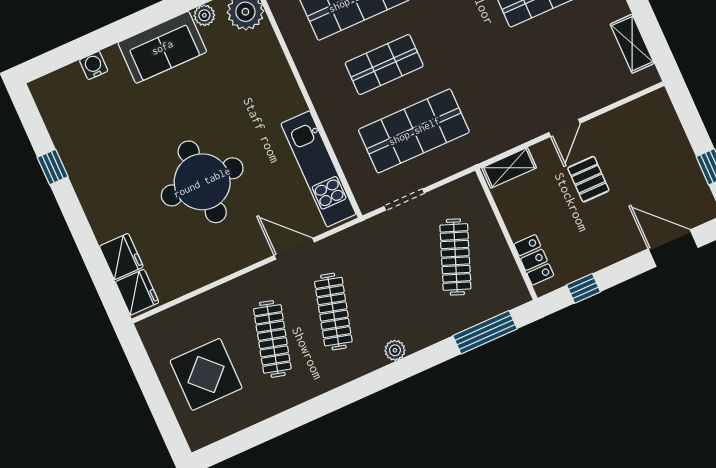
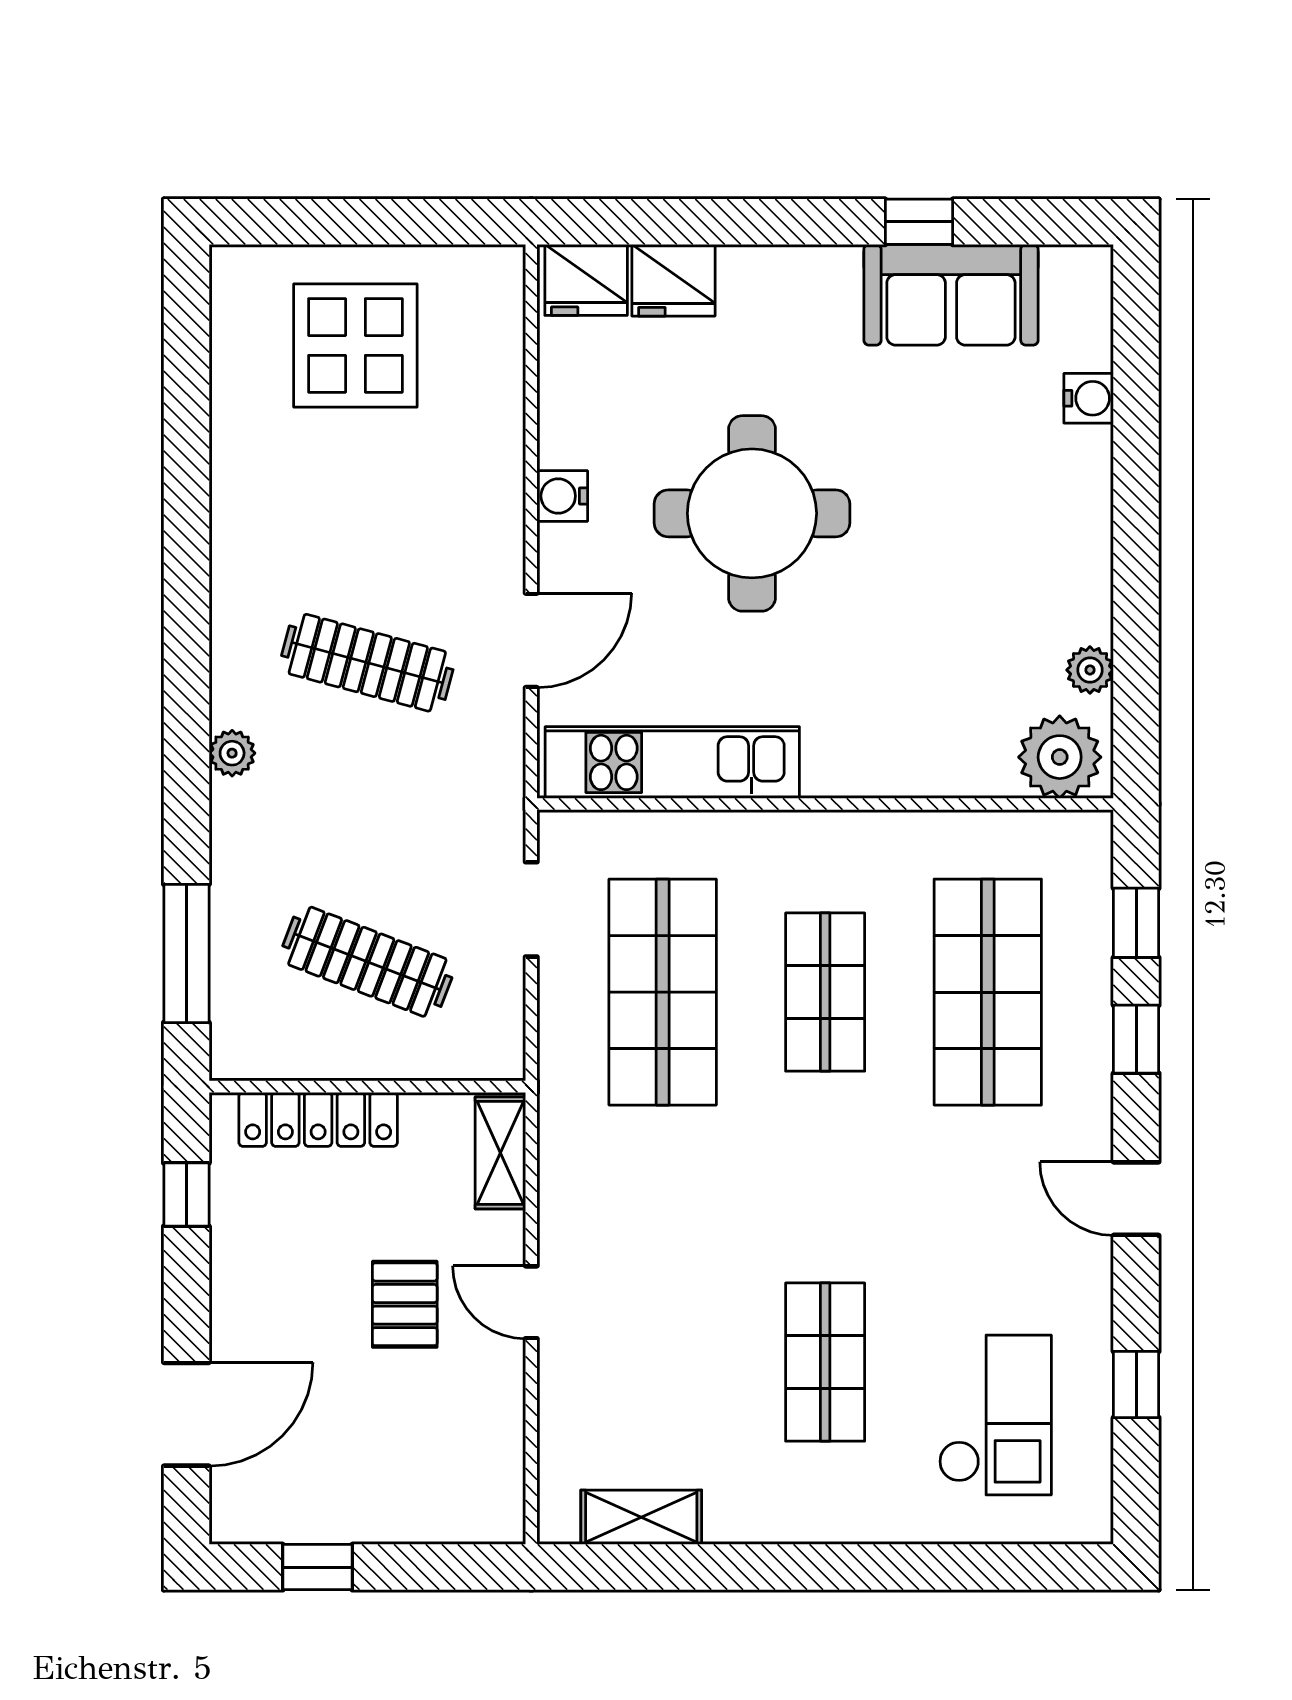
sofa: (162, 47) -> (951, 295), moved, turned -90
pallet: (588, 179) -> (405, 1304), turned 90
locker: (534, 260) -> (318, 1119), width x1.53
water cooler: (230, 262) -> (562, 496), added
clothes rail: (272, 339) -> (367, 513), removed

